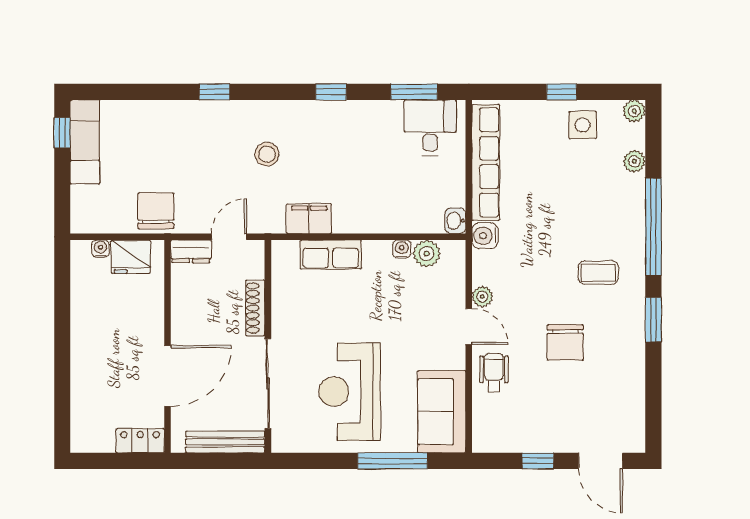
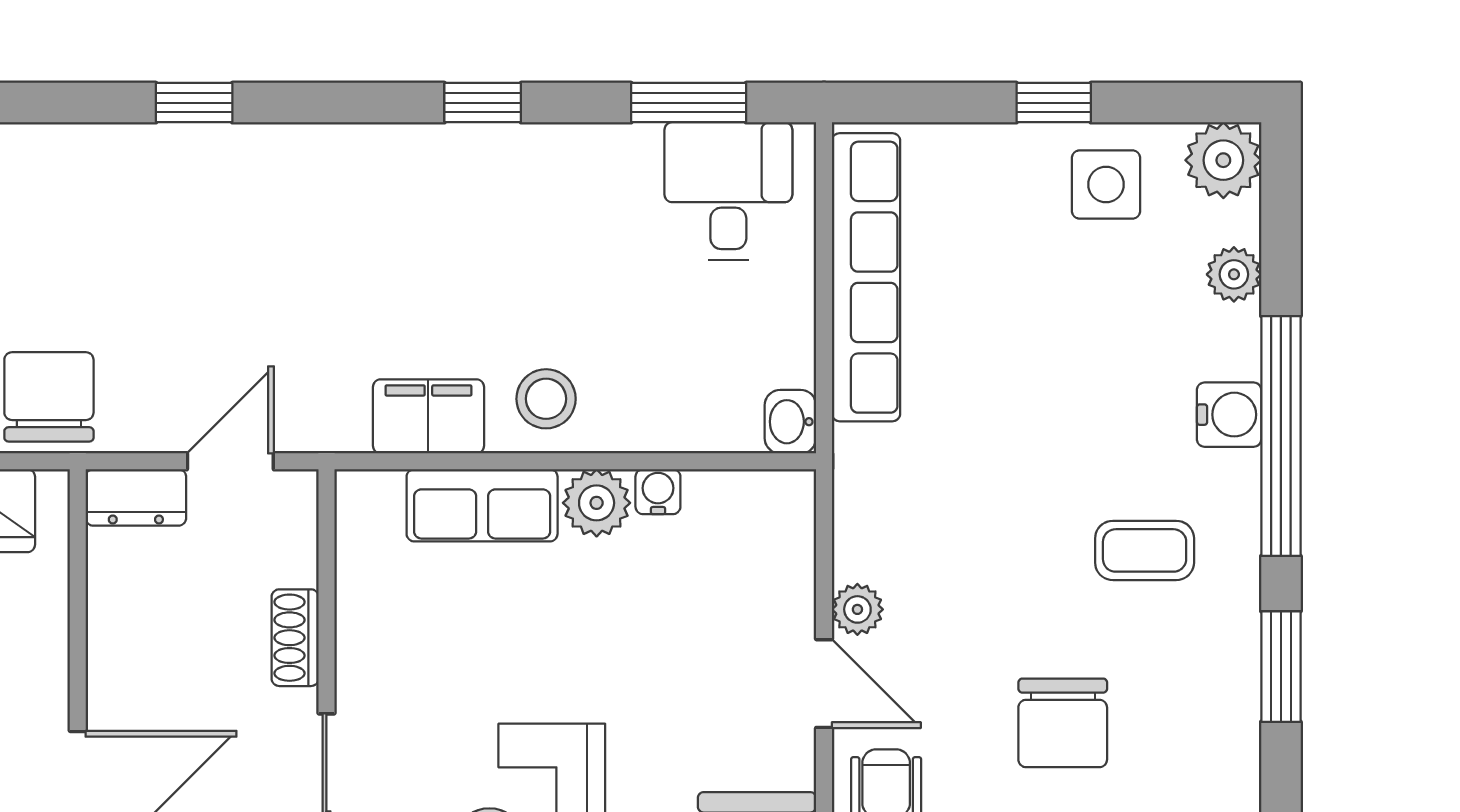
plant: (634, 111) -> (1223, 160), width x1.38, depth x1.38
stool: (267, 154) -> (546, 399), moved
water cooler: (485, 236) -> (1229, 415), moved, turned 180
plant: (427, 254) -> (597, 503), moved
shoe rack: (255, 308) -> (295, 638), width x0.70

